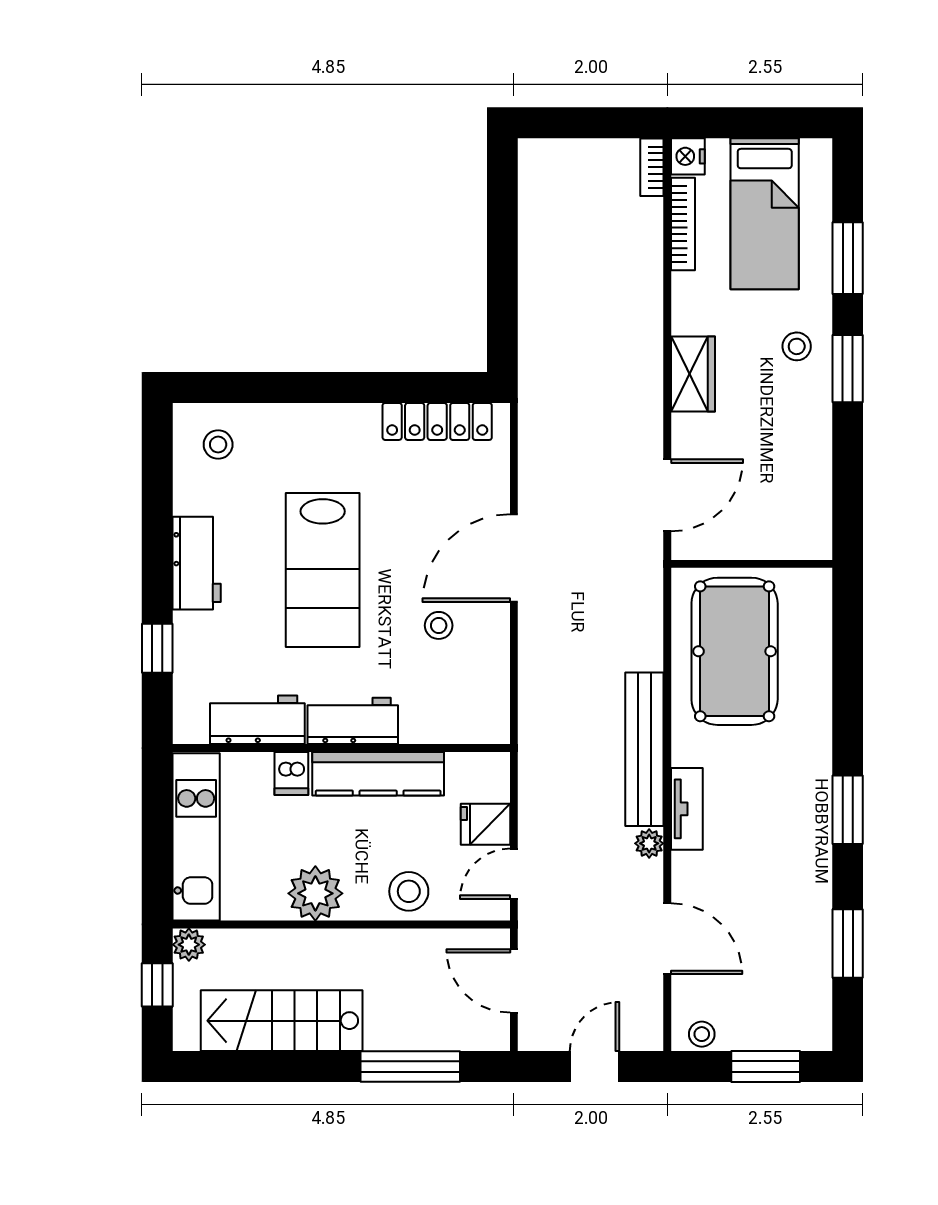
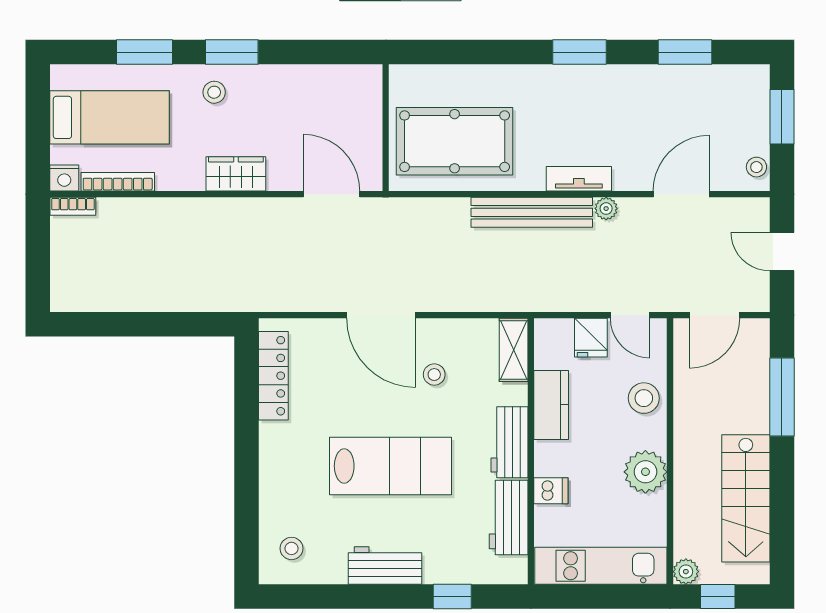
shelving: (470, 726) -> (514, 350), added
kitchen counter: (378, 774) -> (551, 405), width x0.67

